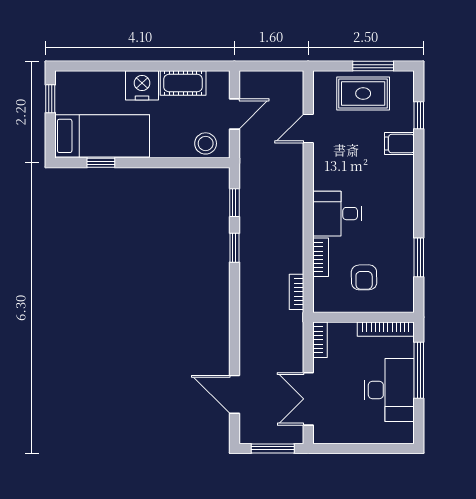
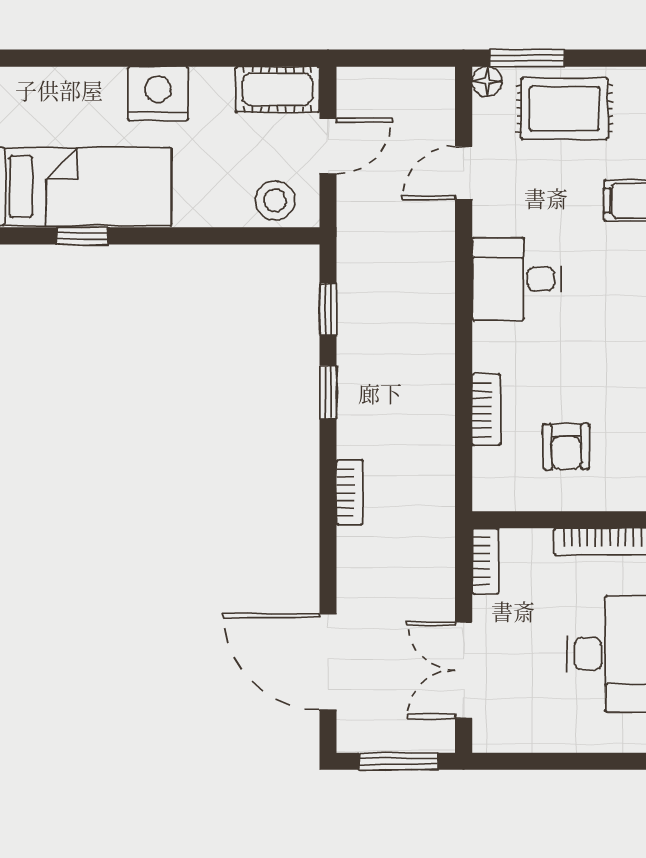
window: (373, 66) -> (527, 58), moved
floor lamp: (321, 79) -> (487, 81), added
cot: (183, 83) -> (278, 89), moved
desk: (337, 214) -> (517, 279), moved
bookcase: (296, 292) -> (350, 492), moved, turned 180
door: (234, 394) -> (328, 662), width x1.36

